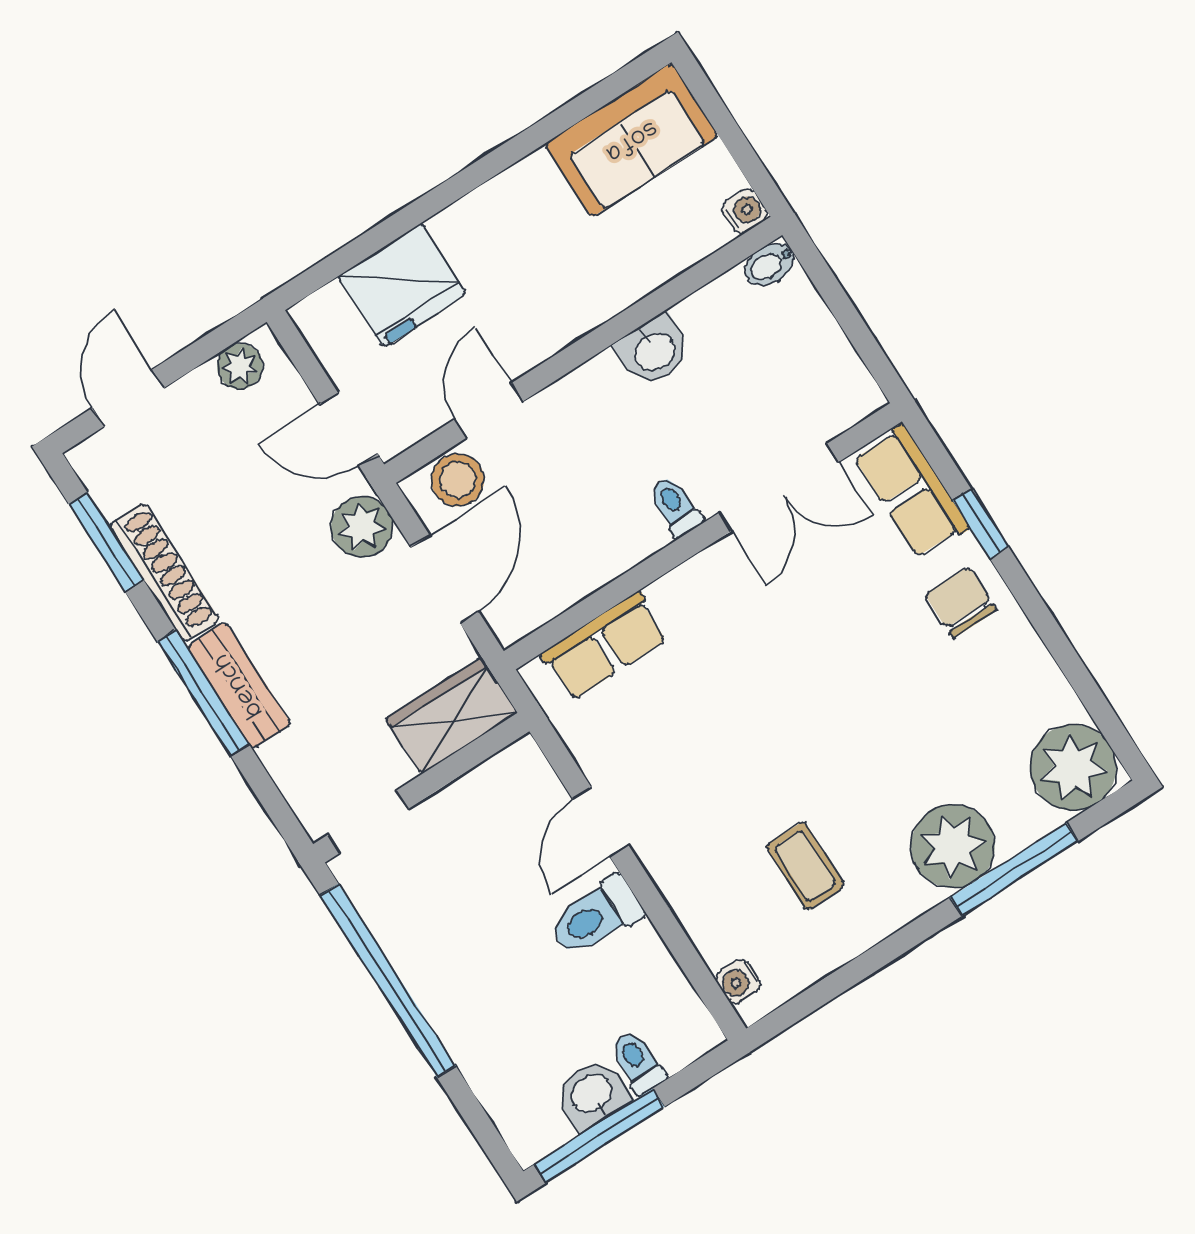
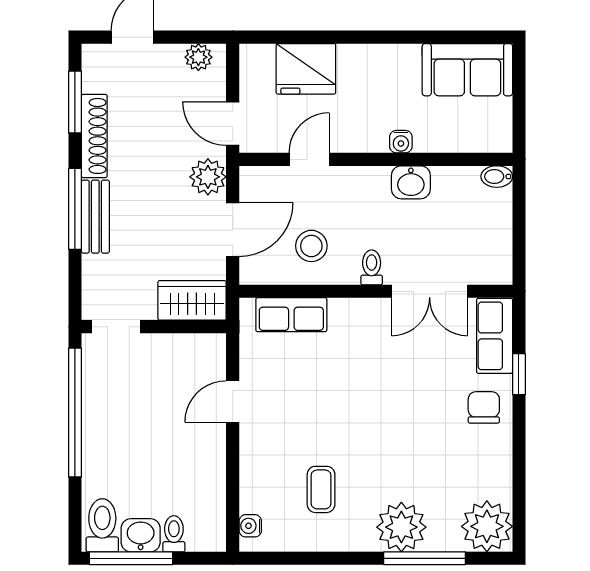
water cooler: (745, 211) -> (401, 142), moved, turned 90
stool: (458, 480) -> (311, 246), moved
toilet: (596, 917) -> (102, 525), moved, turned 90

